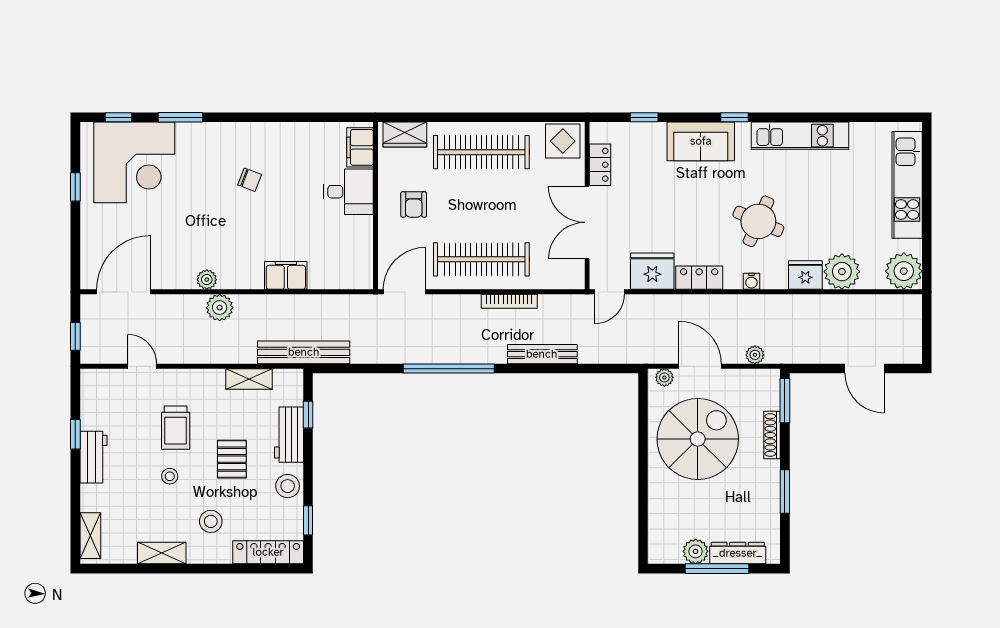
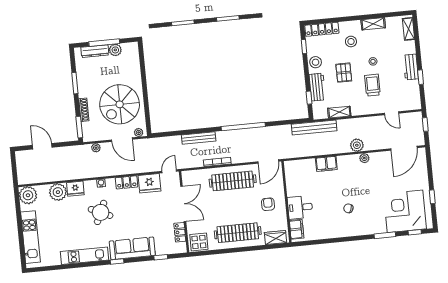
sofa: (701, 141) -> (132, 248), width x1.36

